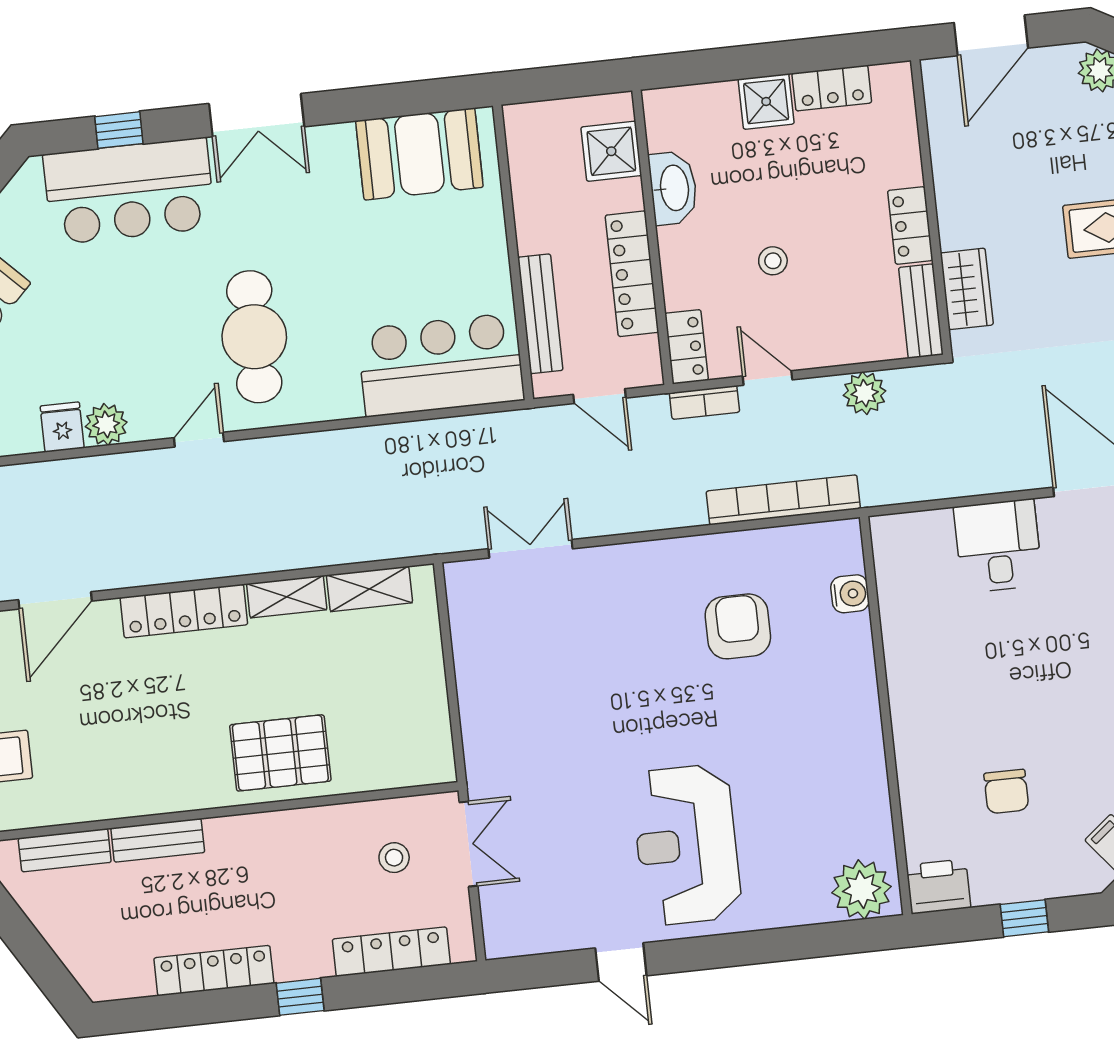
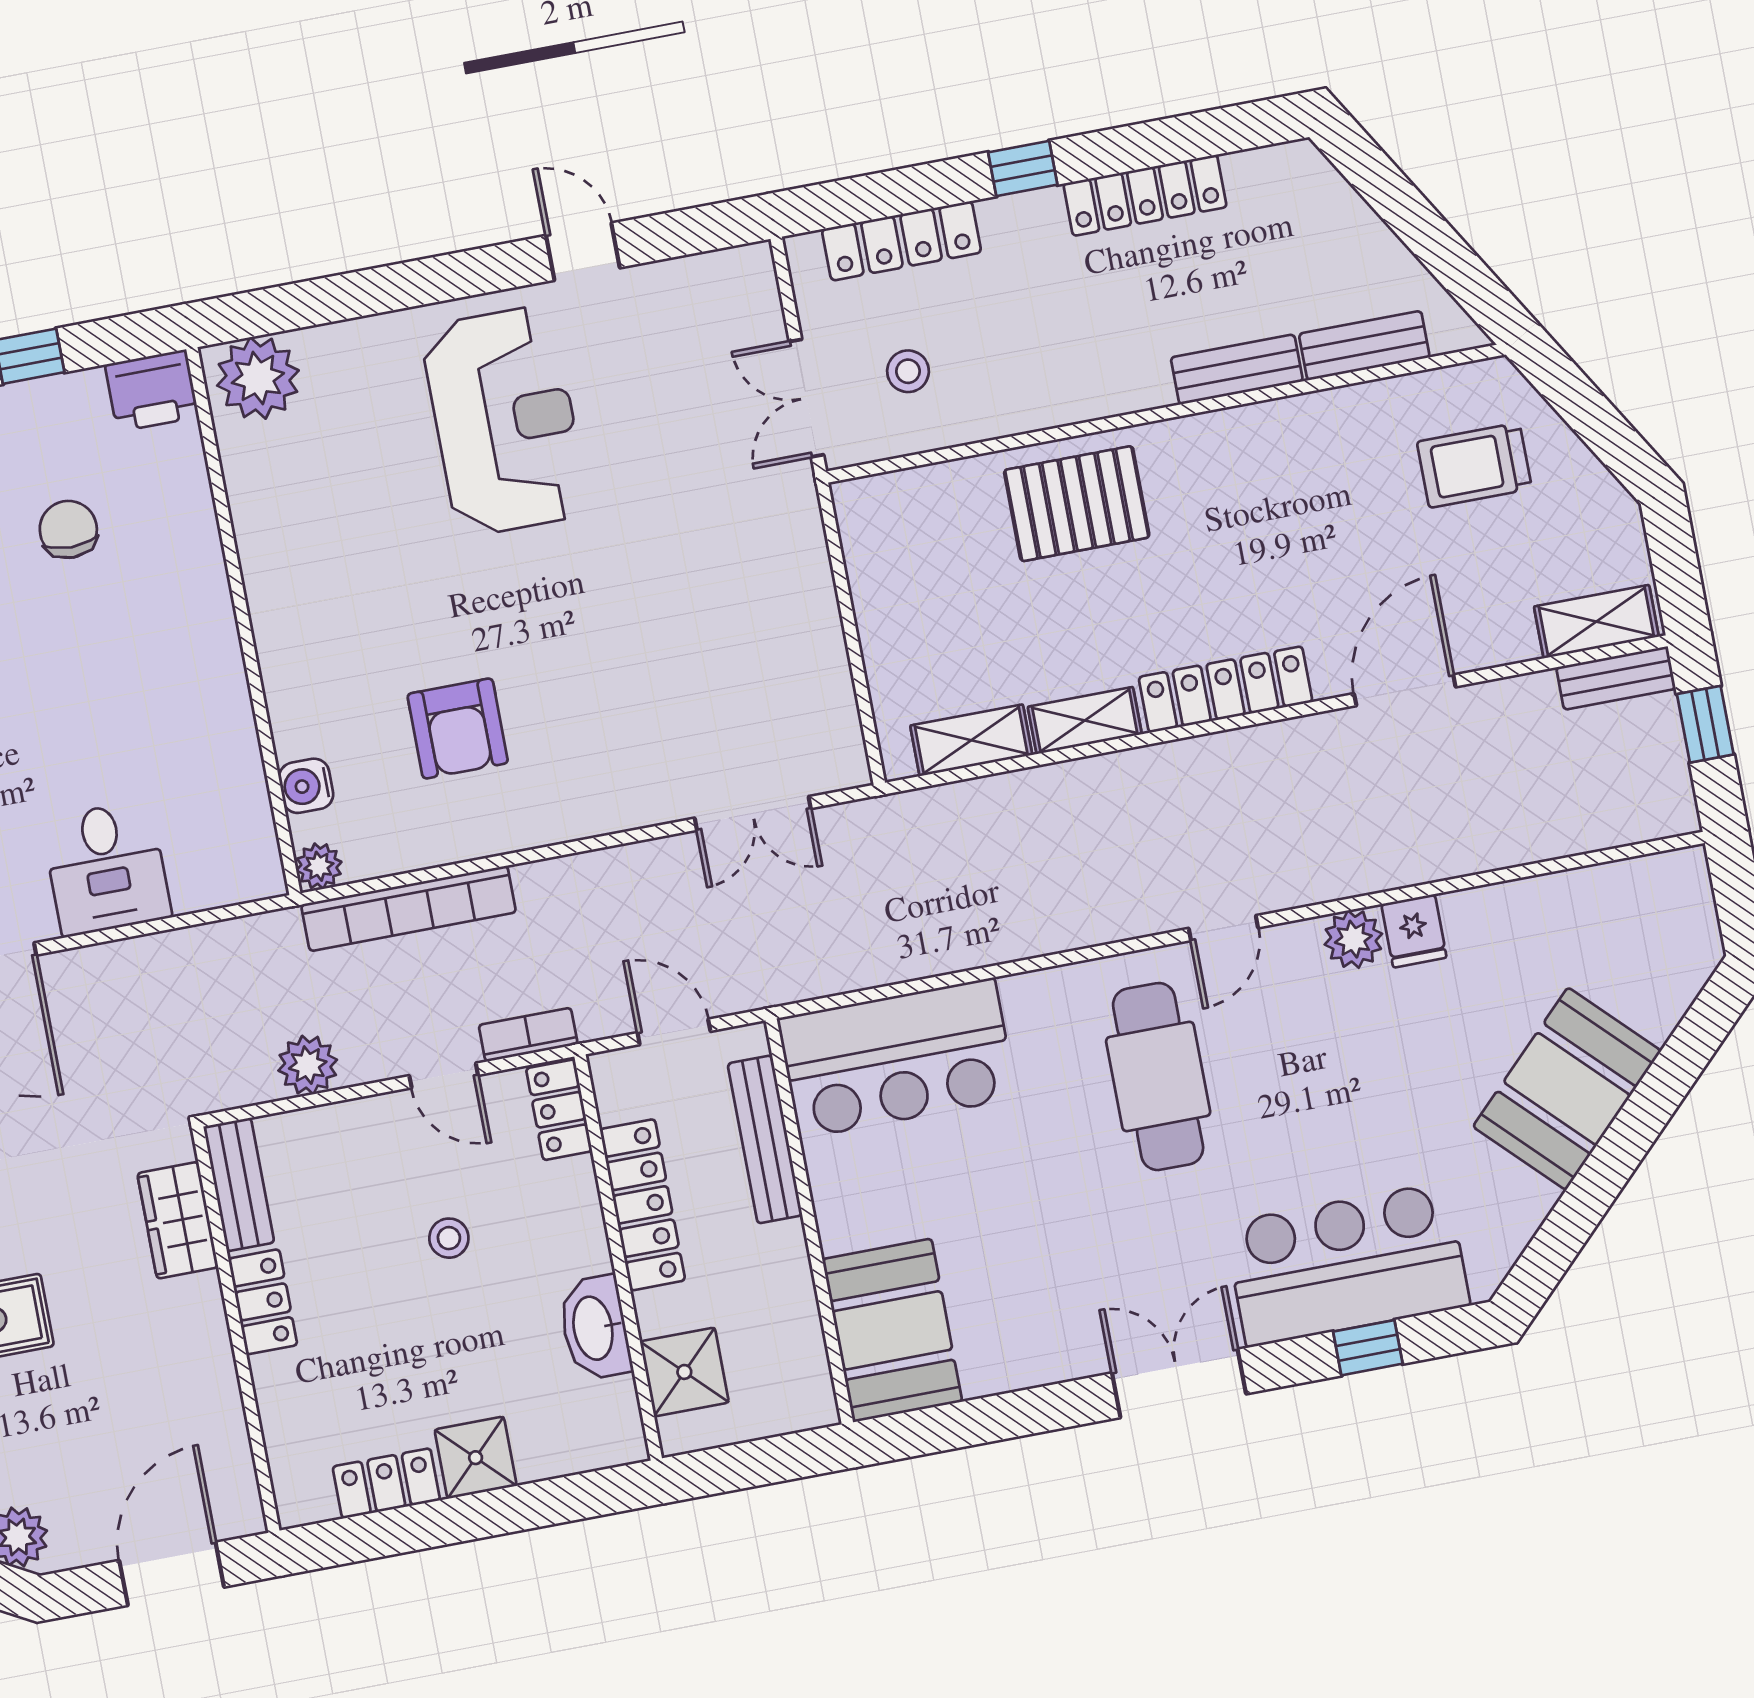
booth: (419, 154) -> (892, 1330), moved, turned 90
plant: (845, 535) -> (319, 866), added

